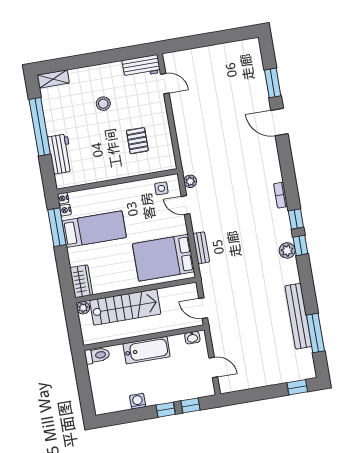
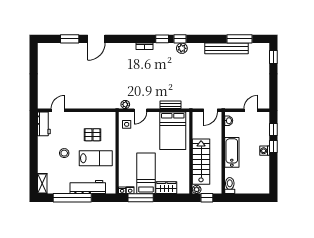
lab bench: (104, 151) -> (96, 158), added
workbench: (60, 154) -> (88, 187), width x1.38
wardrobe: (81, 281) -> (166, 188), moved
window: (74, 325) -> (207, 198), added
washing machine: (138, 401) -> (265, 151), moved

